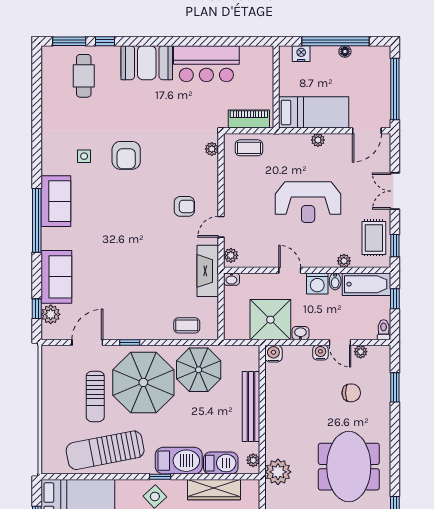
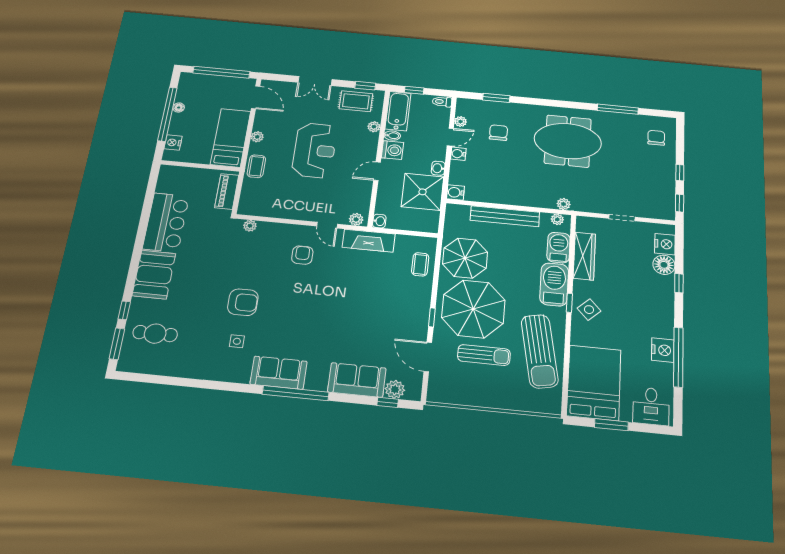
coffee table: (249, 148) -> (256, 166), moved
plant: (278, 472) -> (564, 204), width x0.53, depth x0.53

